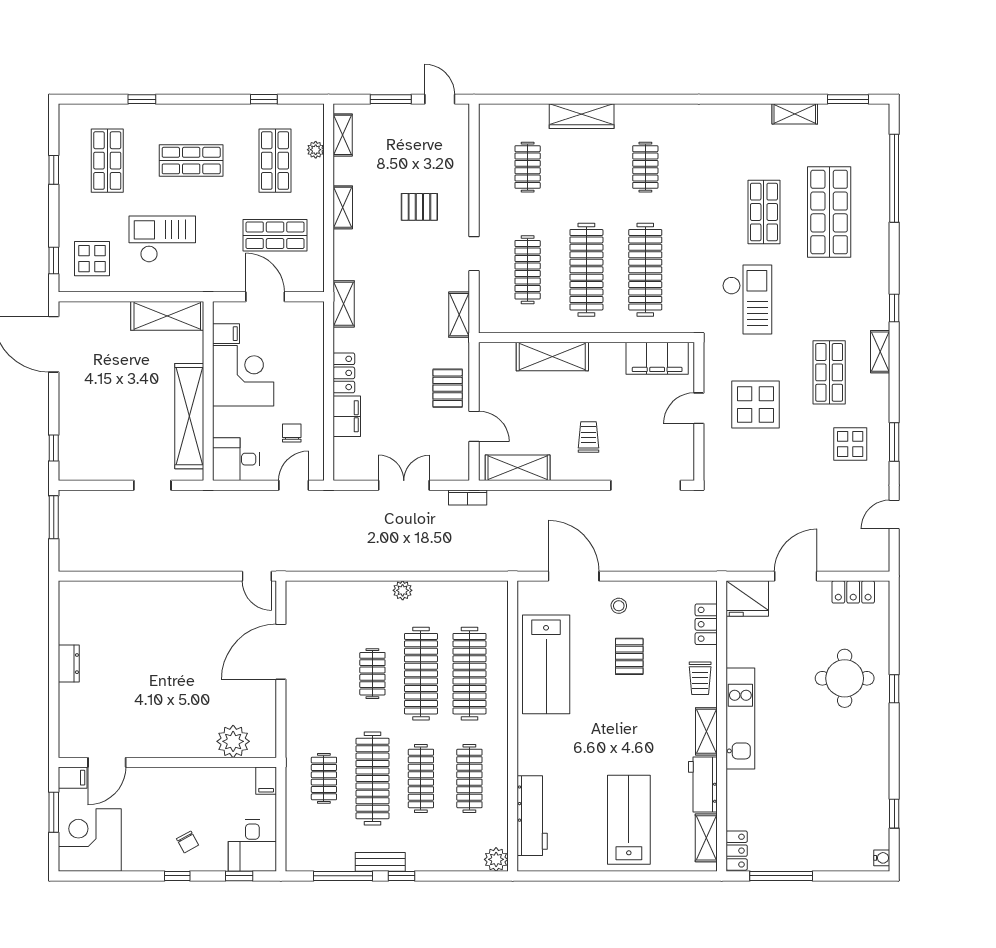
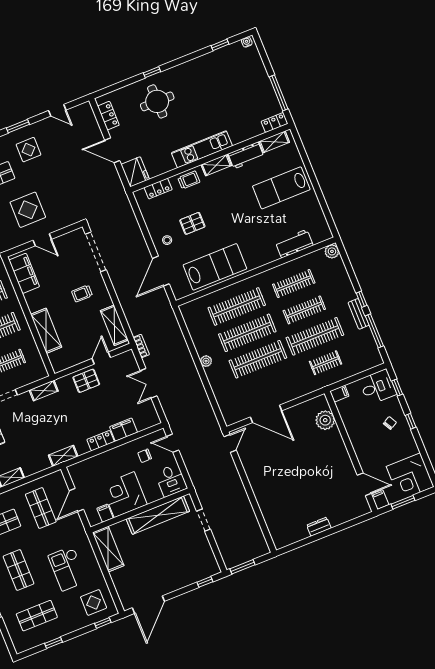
clothes rail: (372, 674) -> (258, 359), width x1.86, depth x1.31
workbench: (532, 816) -> (294, 244), width x0.73

